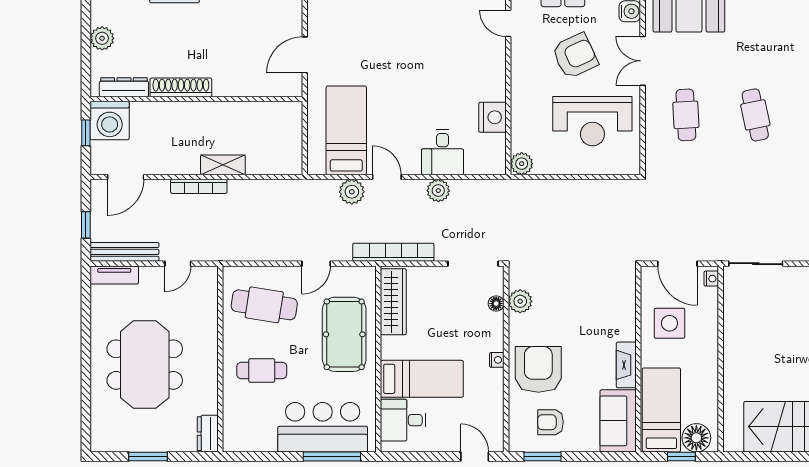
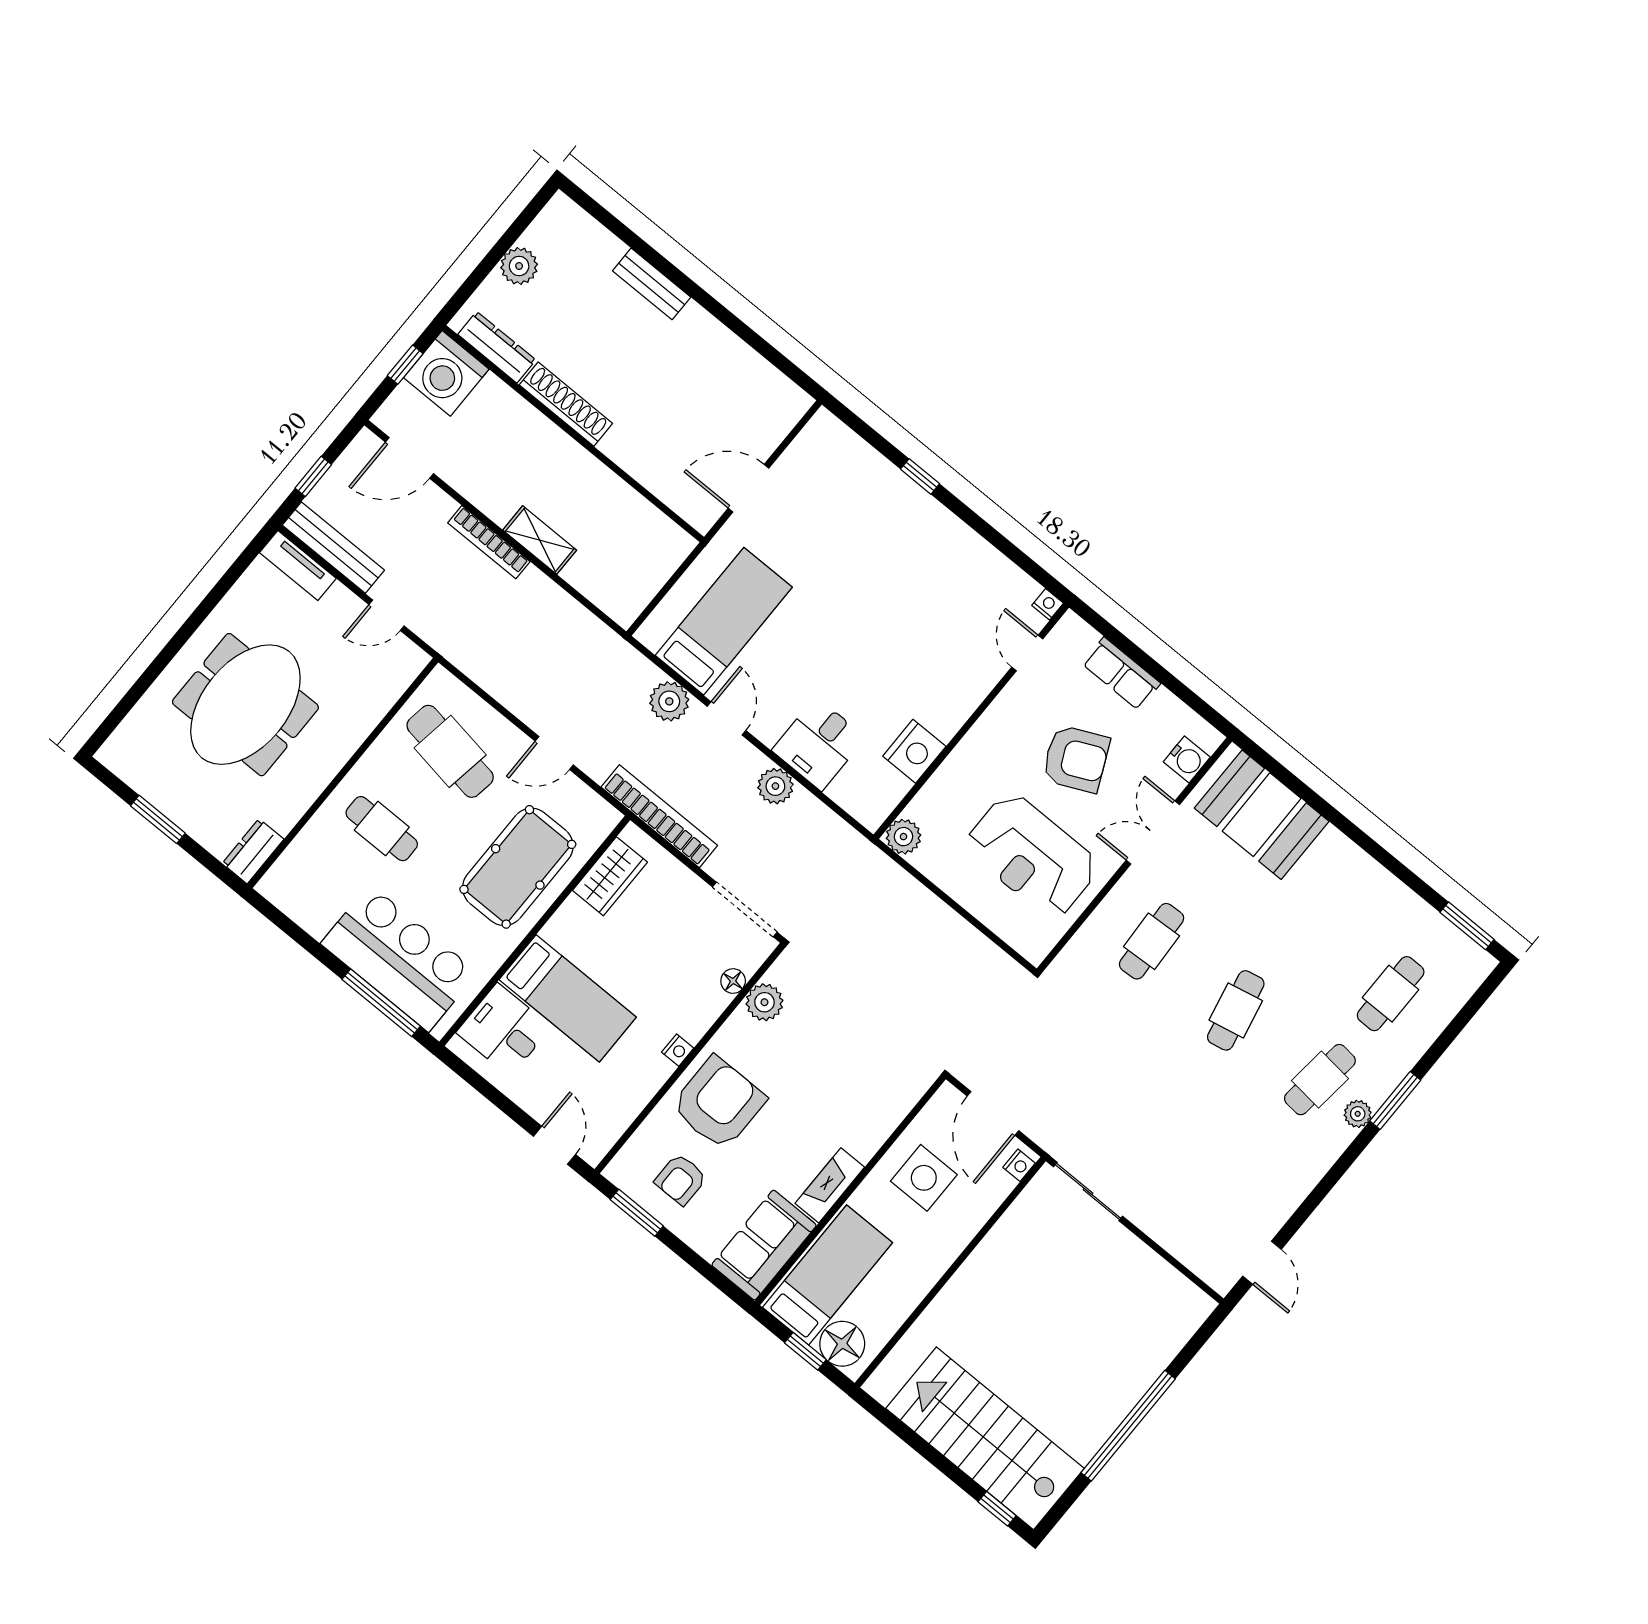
wardrobe: (393, 302) -> (610, 876), width x0.67
armchair: (551, 422) -> (681, 1179), turned -90

